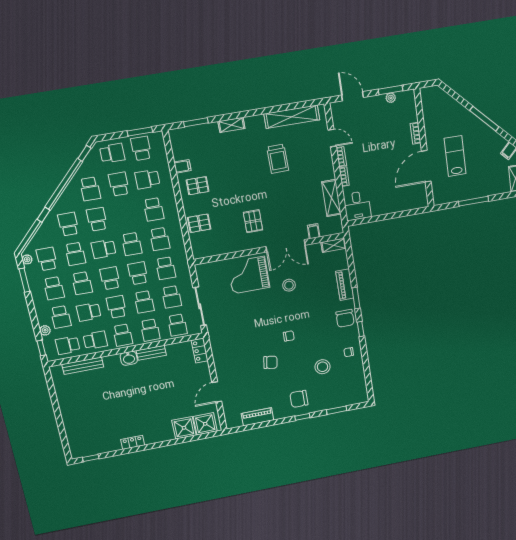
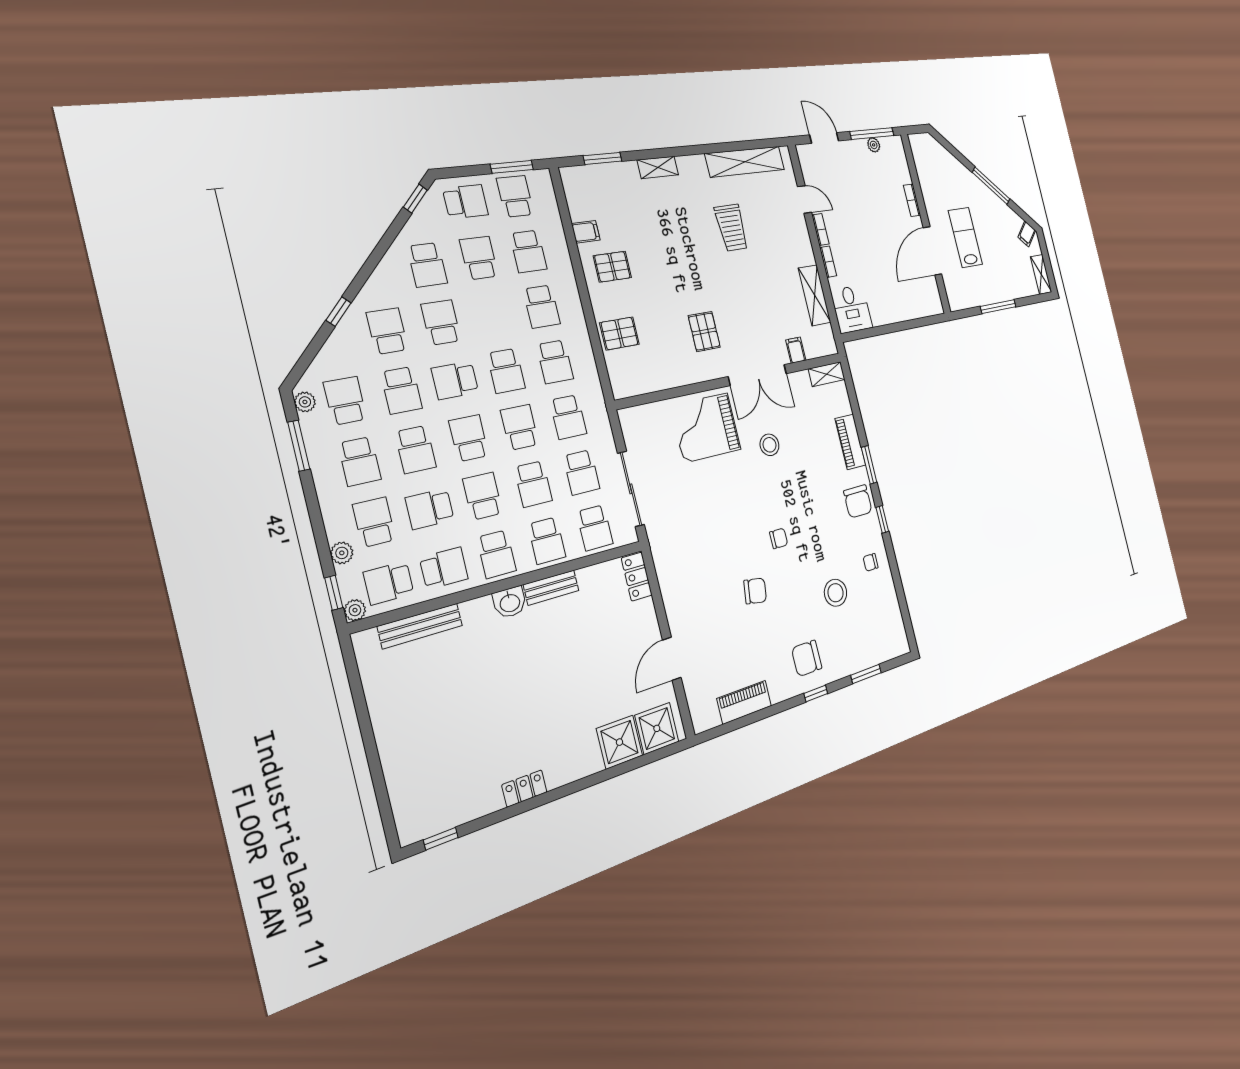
window: (391, 90) -> (872, 134), width x1.44
school desk: (147, 179) -> (528, 251), turned -90
school desk: (61, 317) -> (374, 522), turned 180
plant: (51, 356) -> (355, 610), added

